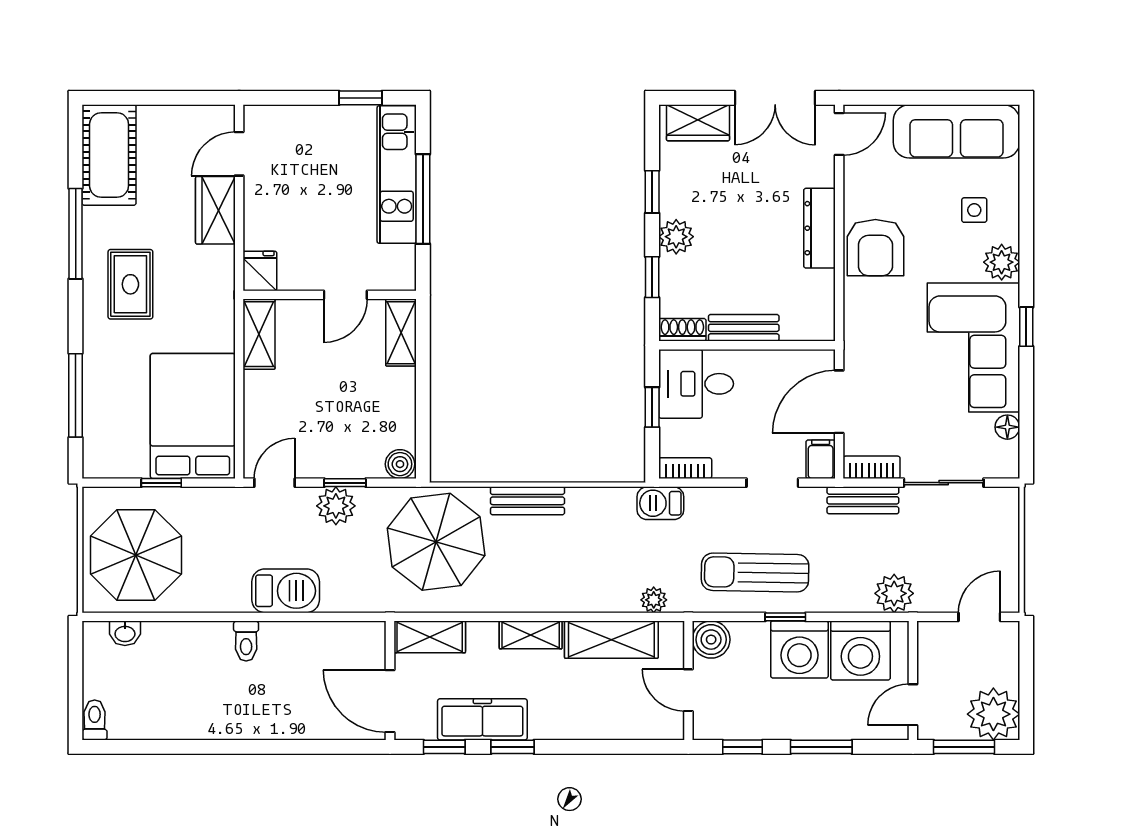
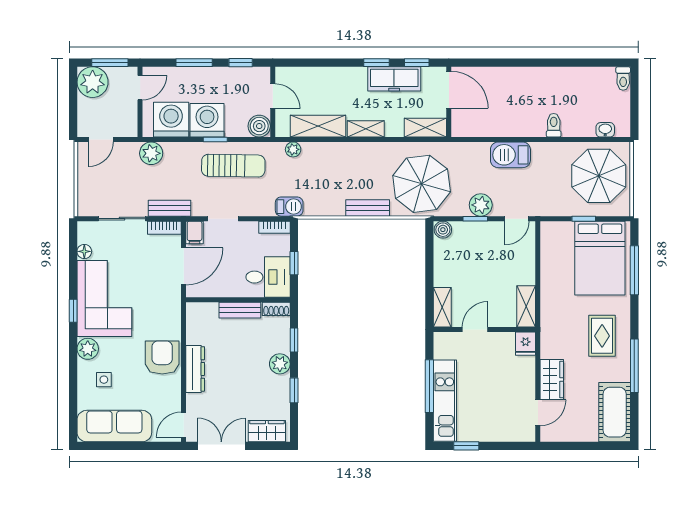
bed: (193, 416) -> (600, 258), moved
toilet: (246, 641) -> (554, 125), moved

